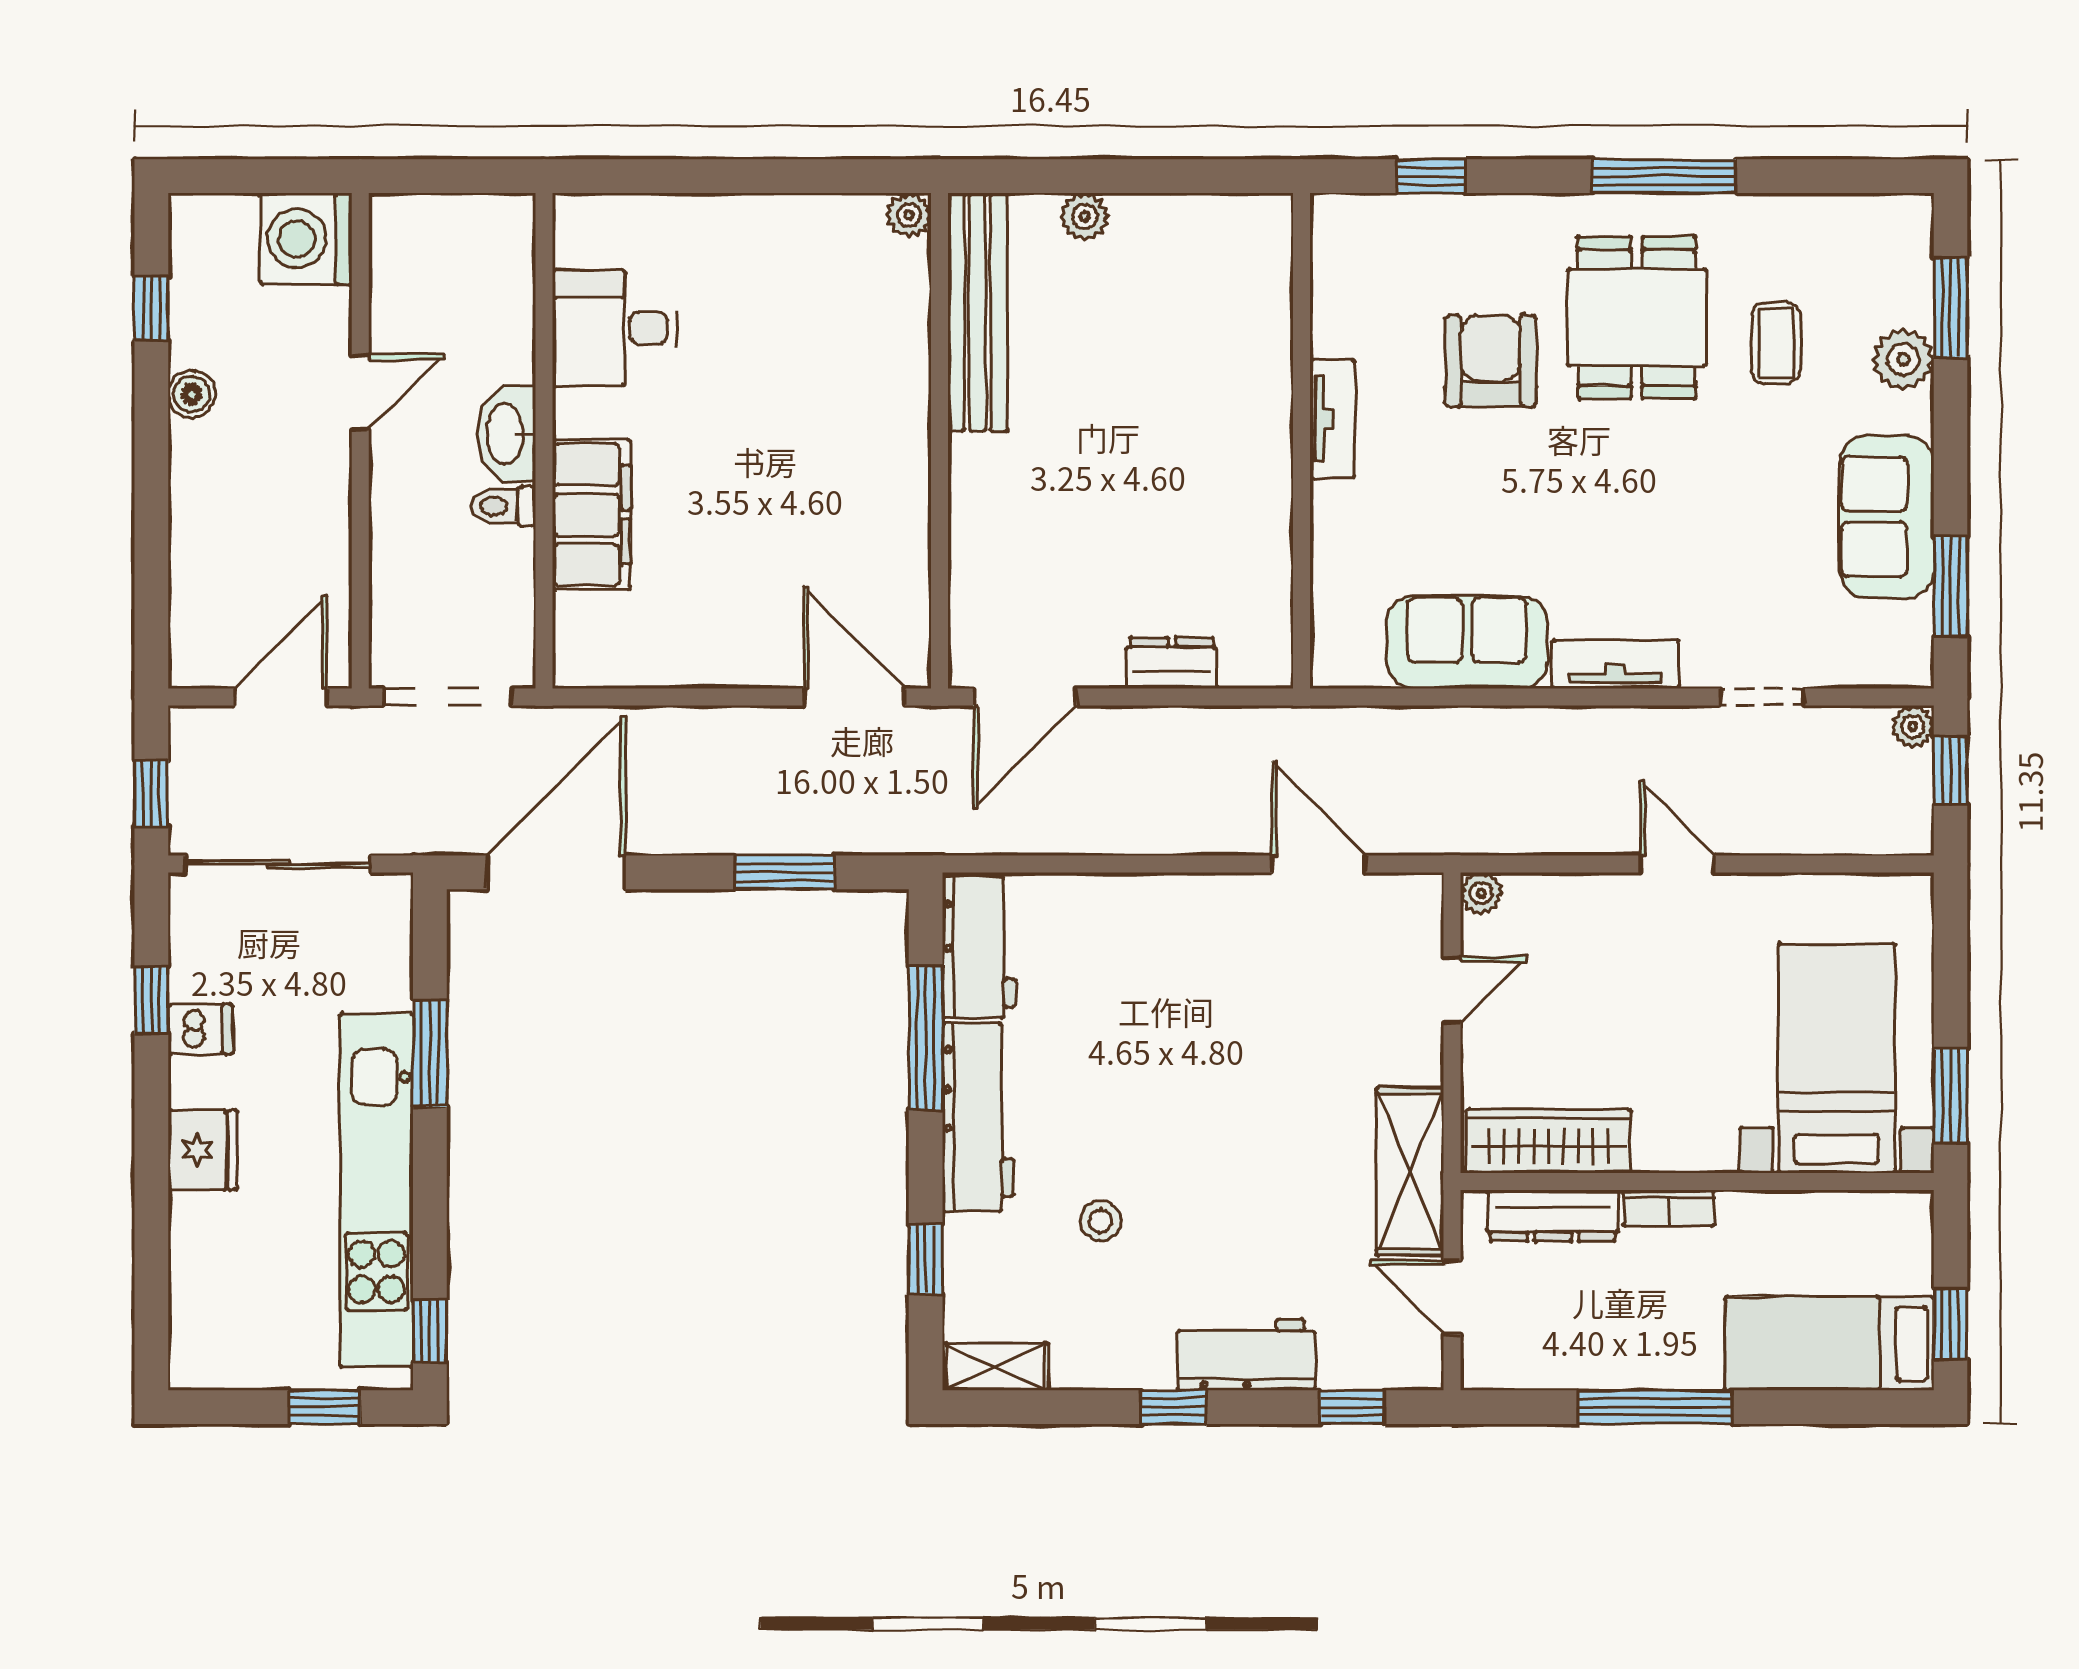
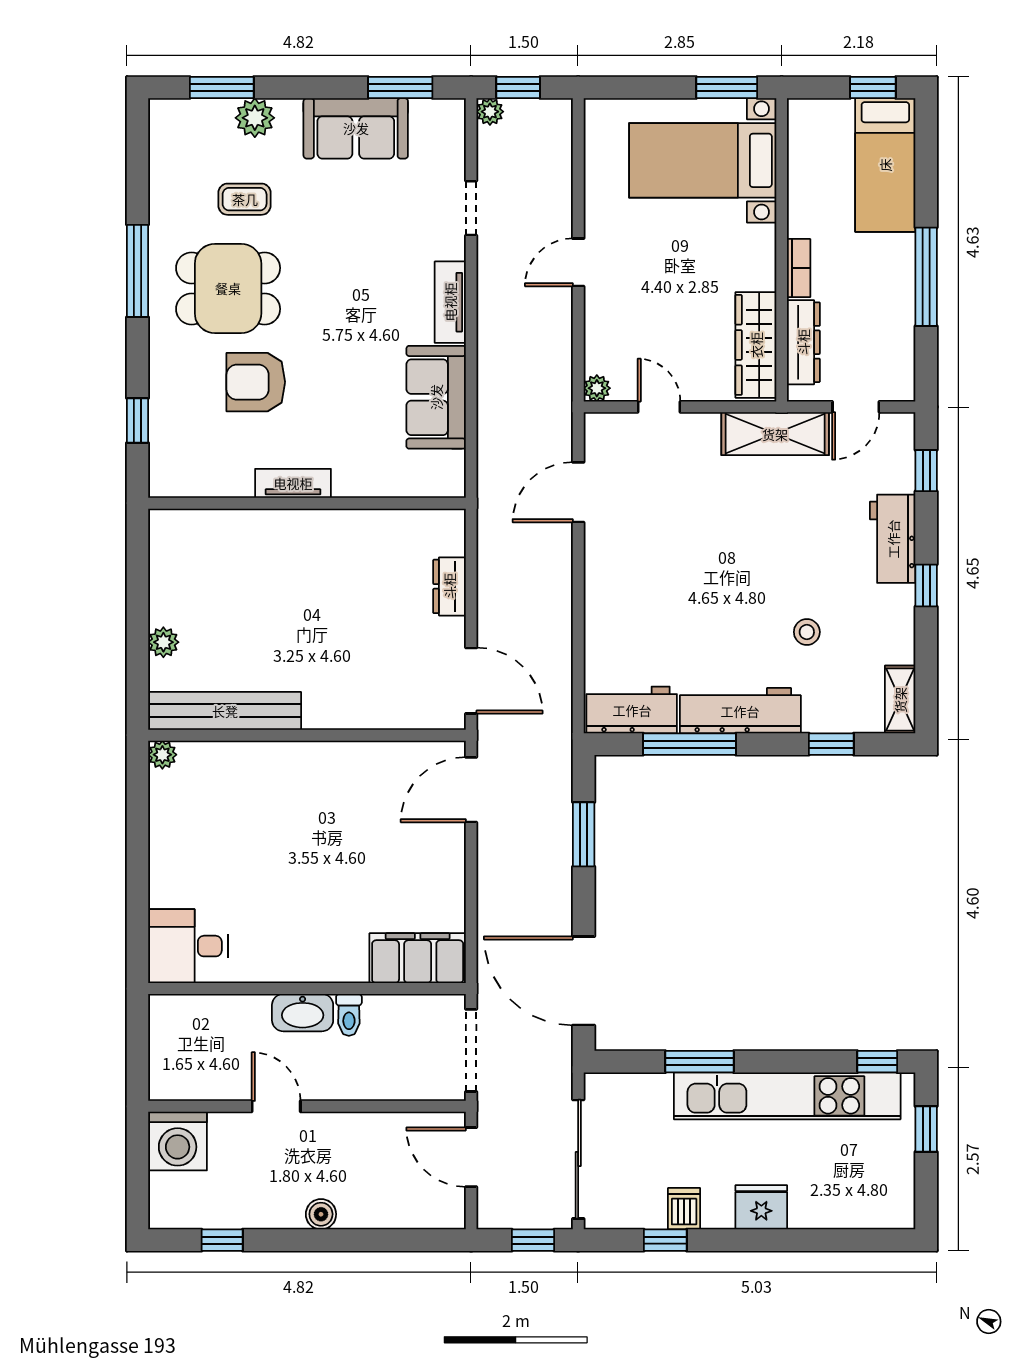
desk: (615, 328) -> (188, 946), moved, turned 90
boiler: (192, 394) -> (321, 1214), moved
filing cabinet: (591, 515) -> (418, 958), moved

